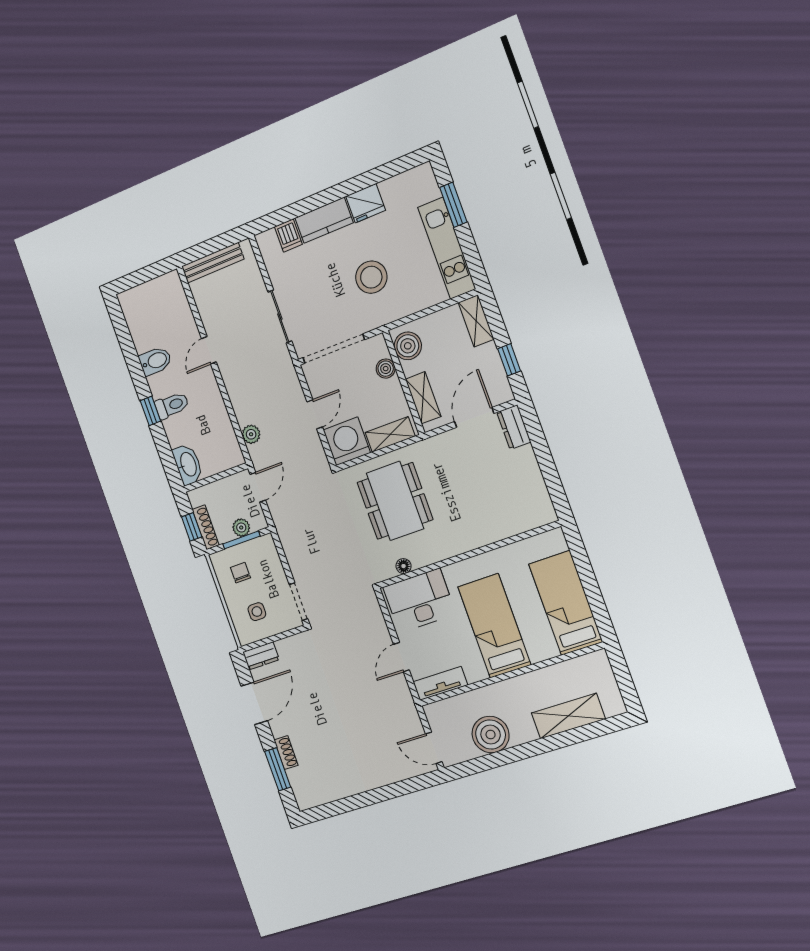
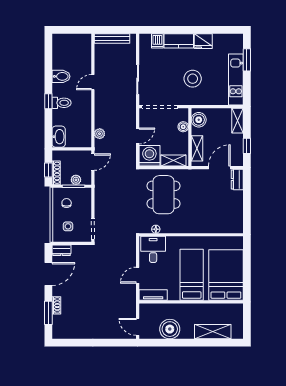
desk: (419, 601) -> (153, 249), width x0.73
bed: (566, 603) -> (226, 275), width x1.50

